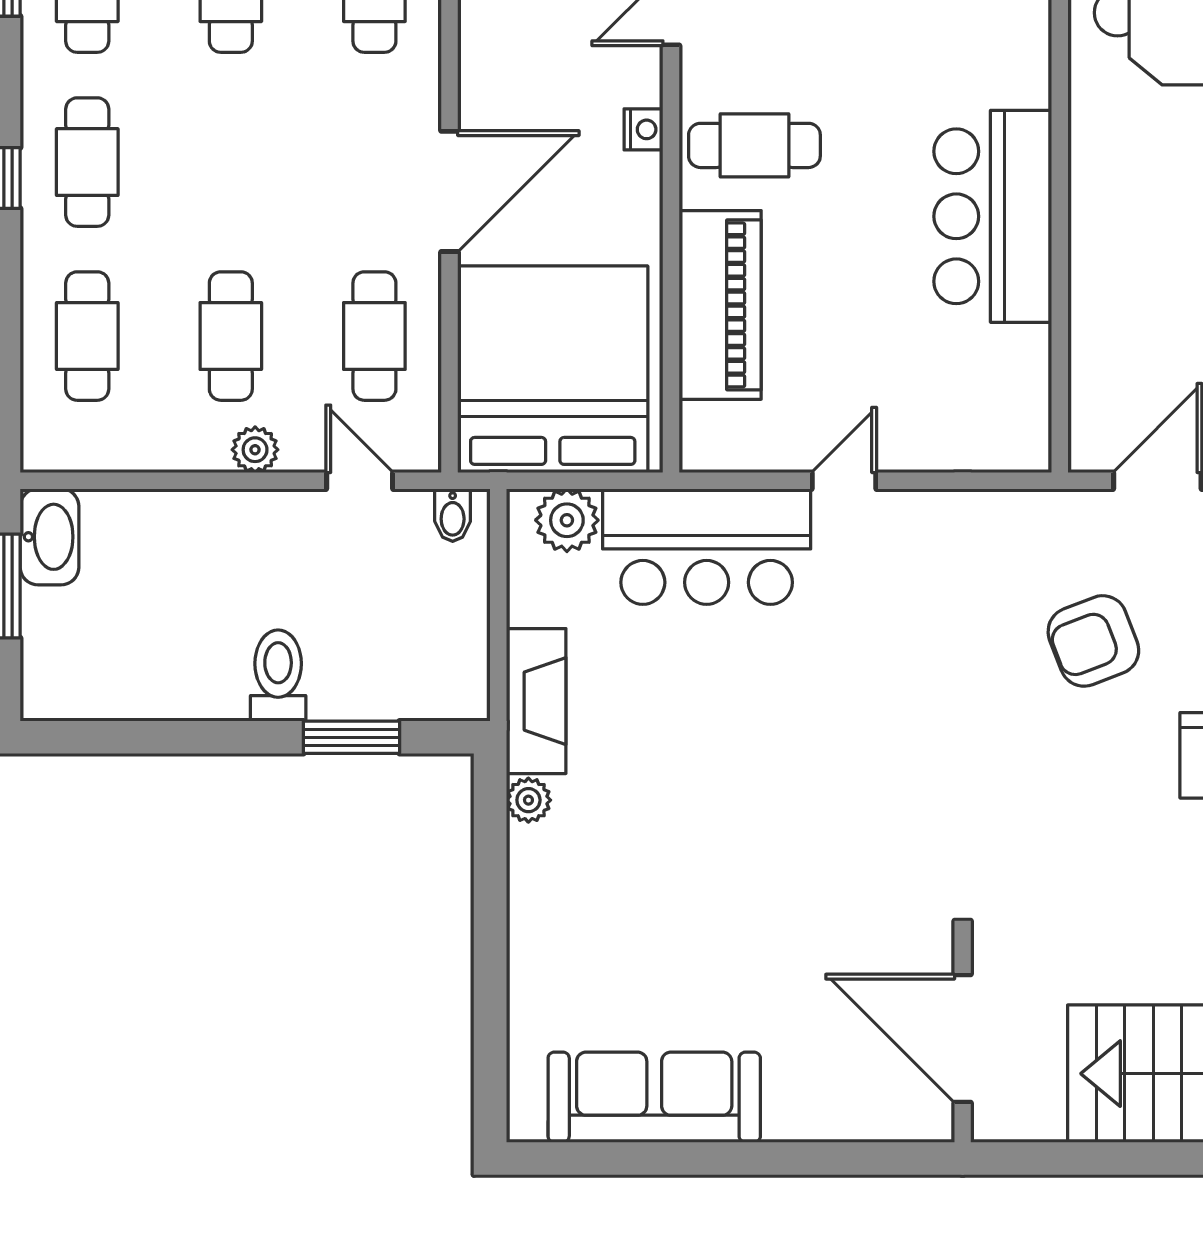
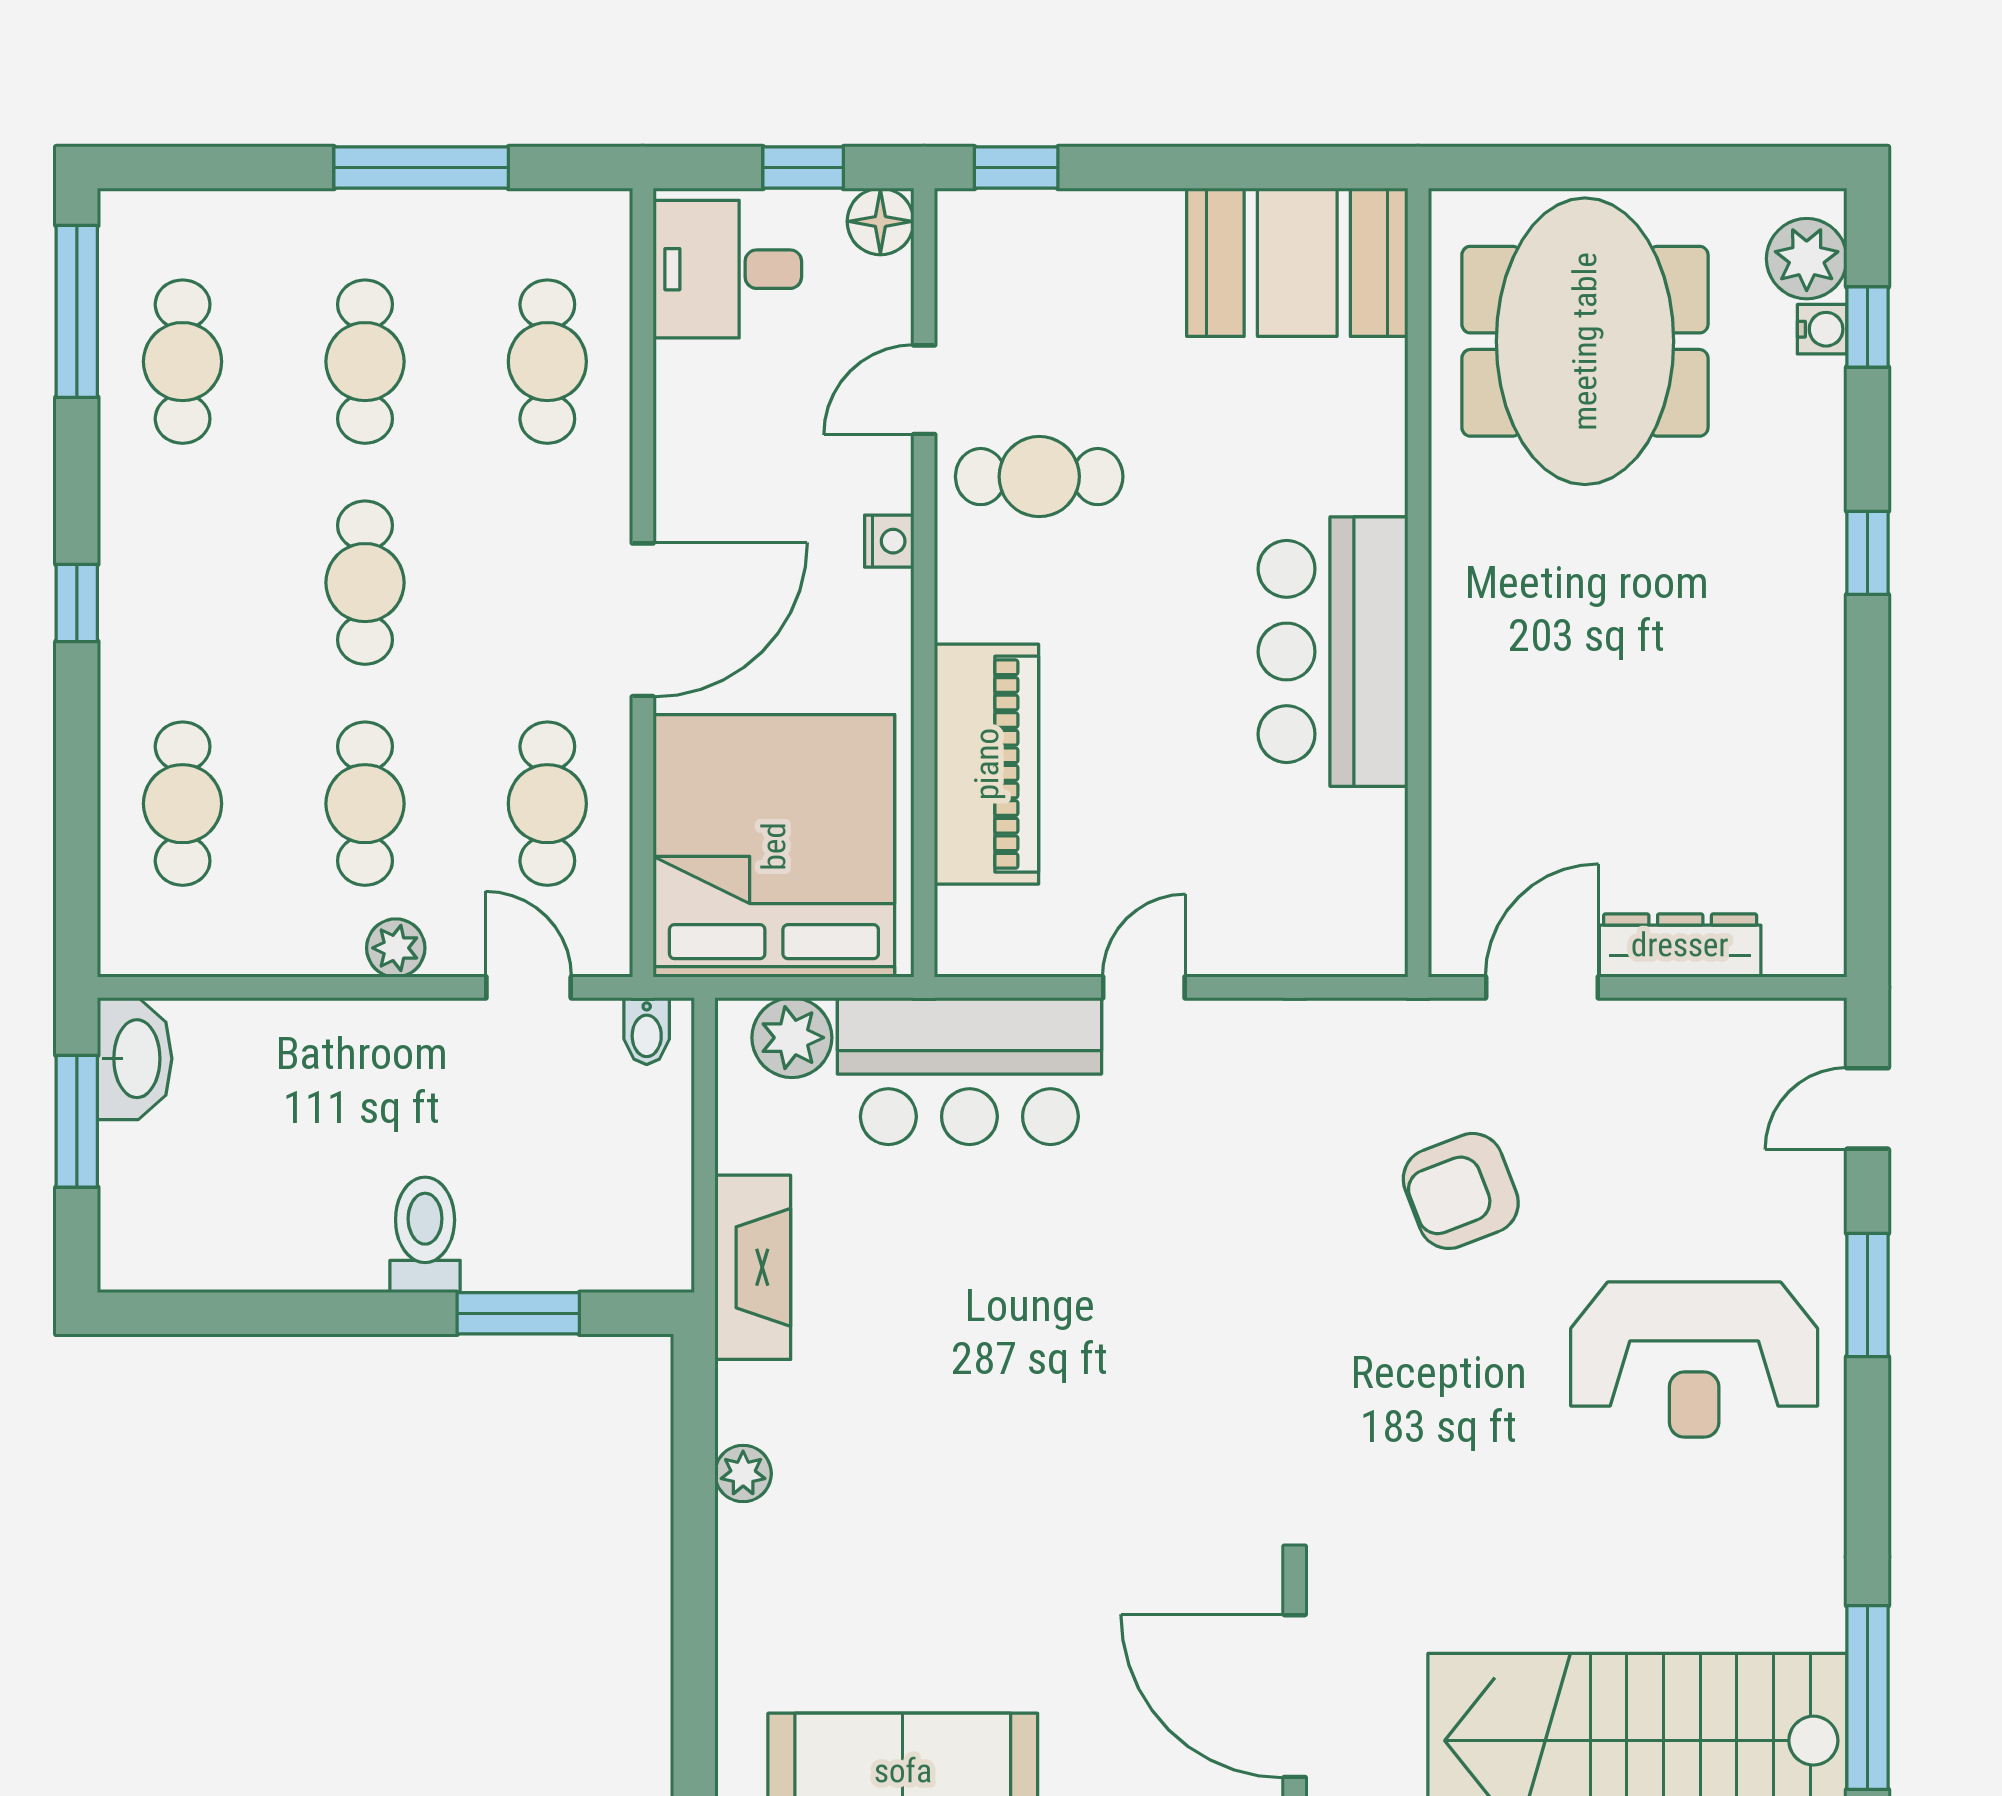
cafe table: (754, 145) -> (1039, 477), moved
cafe table: (87, 162) -> (365, 583), moved
plant: (528, 800) -> (743, 1474), moved

